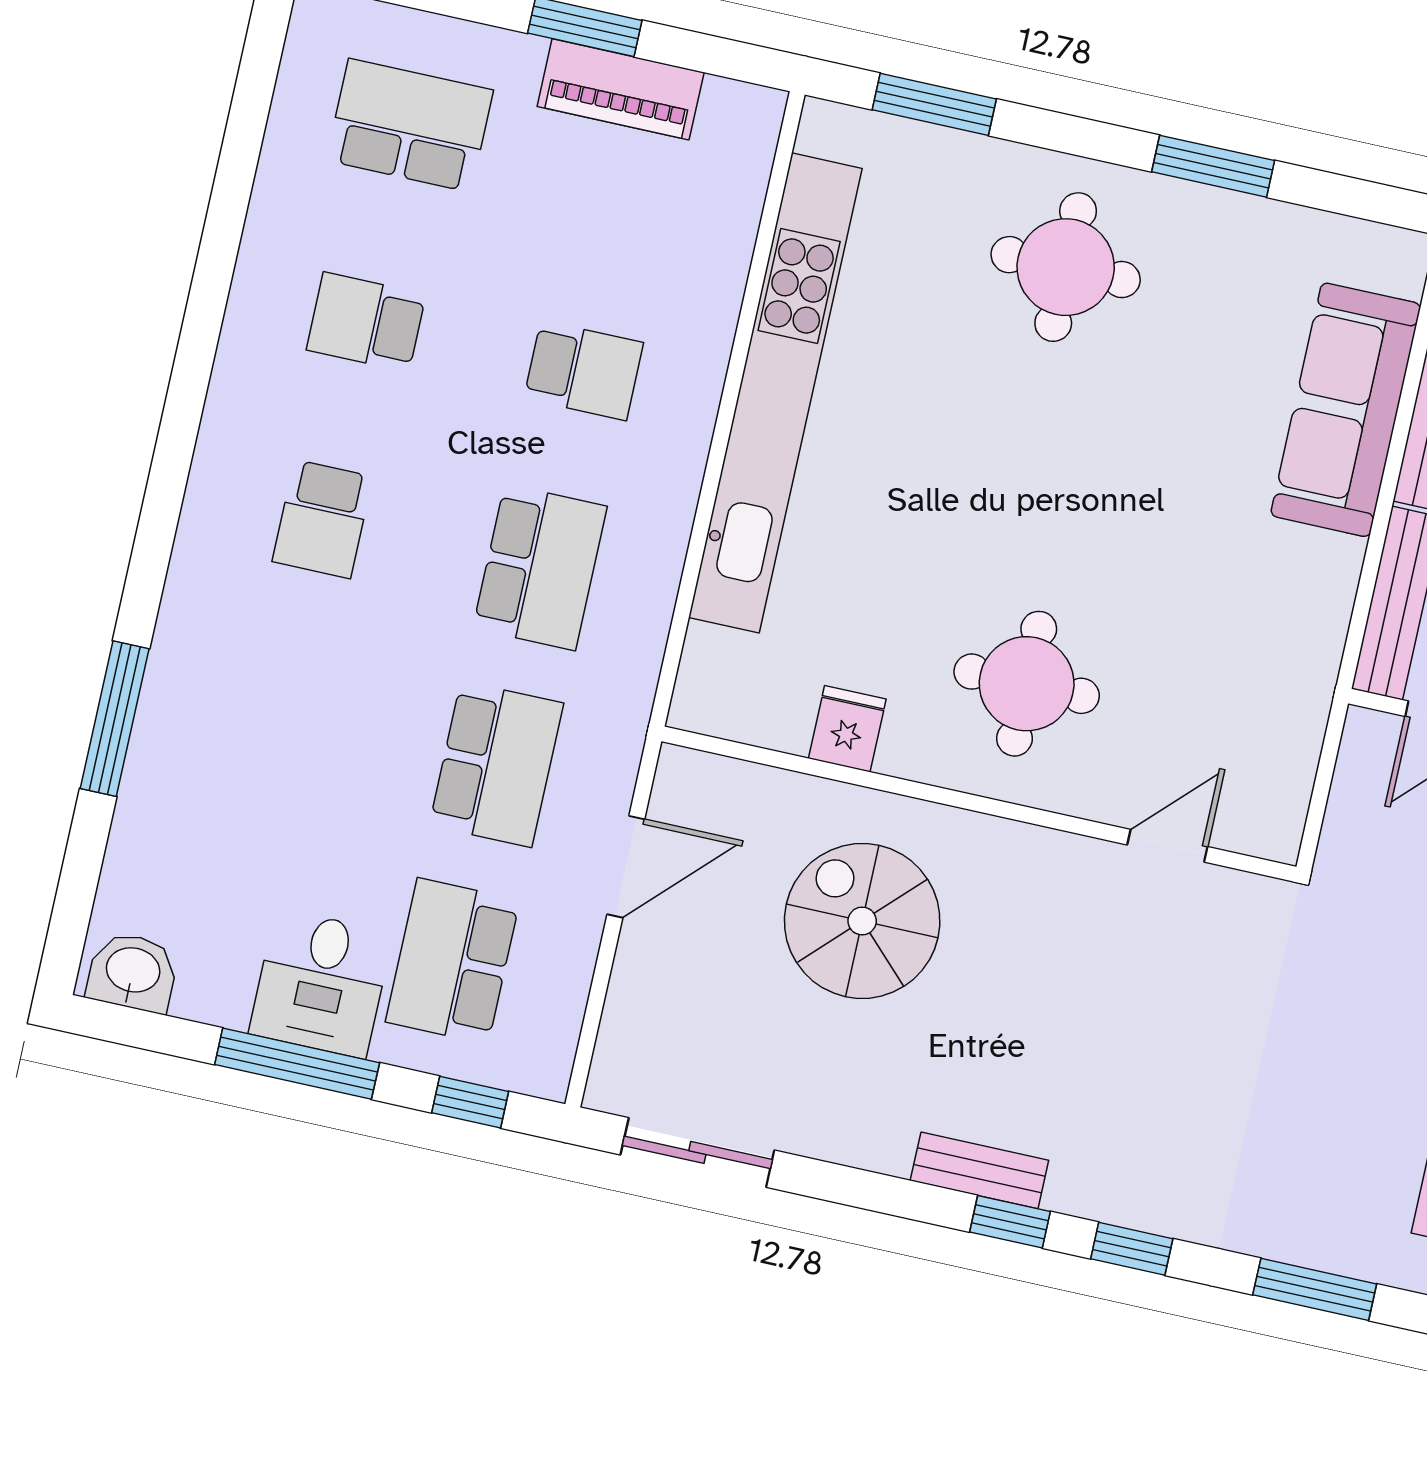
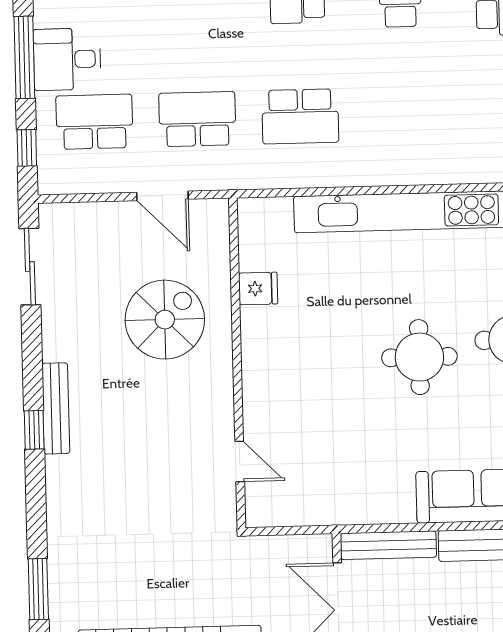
school desk: (584, 370) -> (403, 114), removed
round table: (1027, 684) -> (419, 357), moved
school desk: (496, 764) -> (197, 119), turned 180
bench: (979, 1170) -> (56, 408), width x1.36
window: (1132, 1249) -> (36, 494), removed

